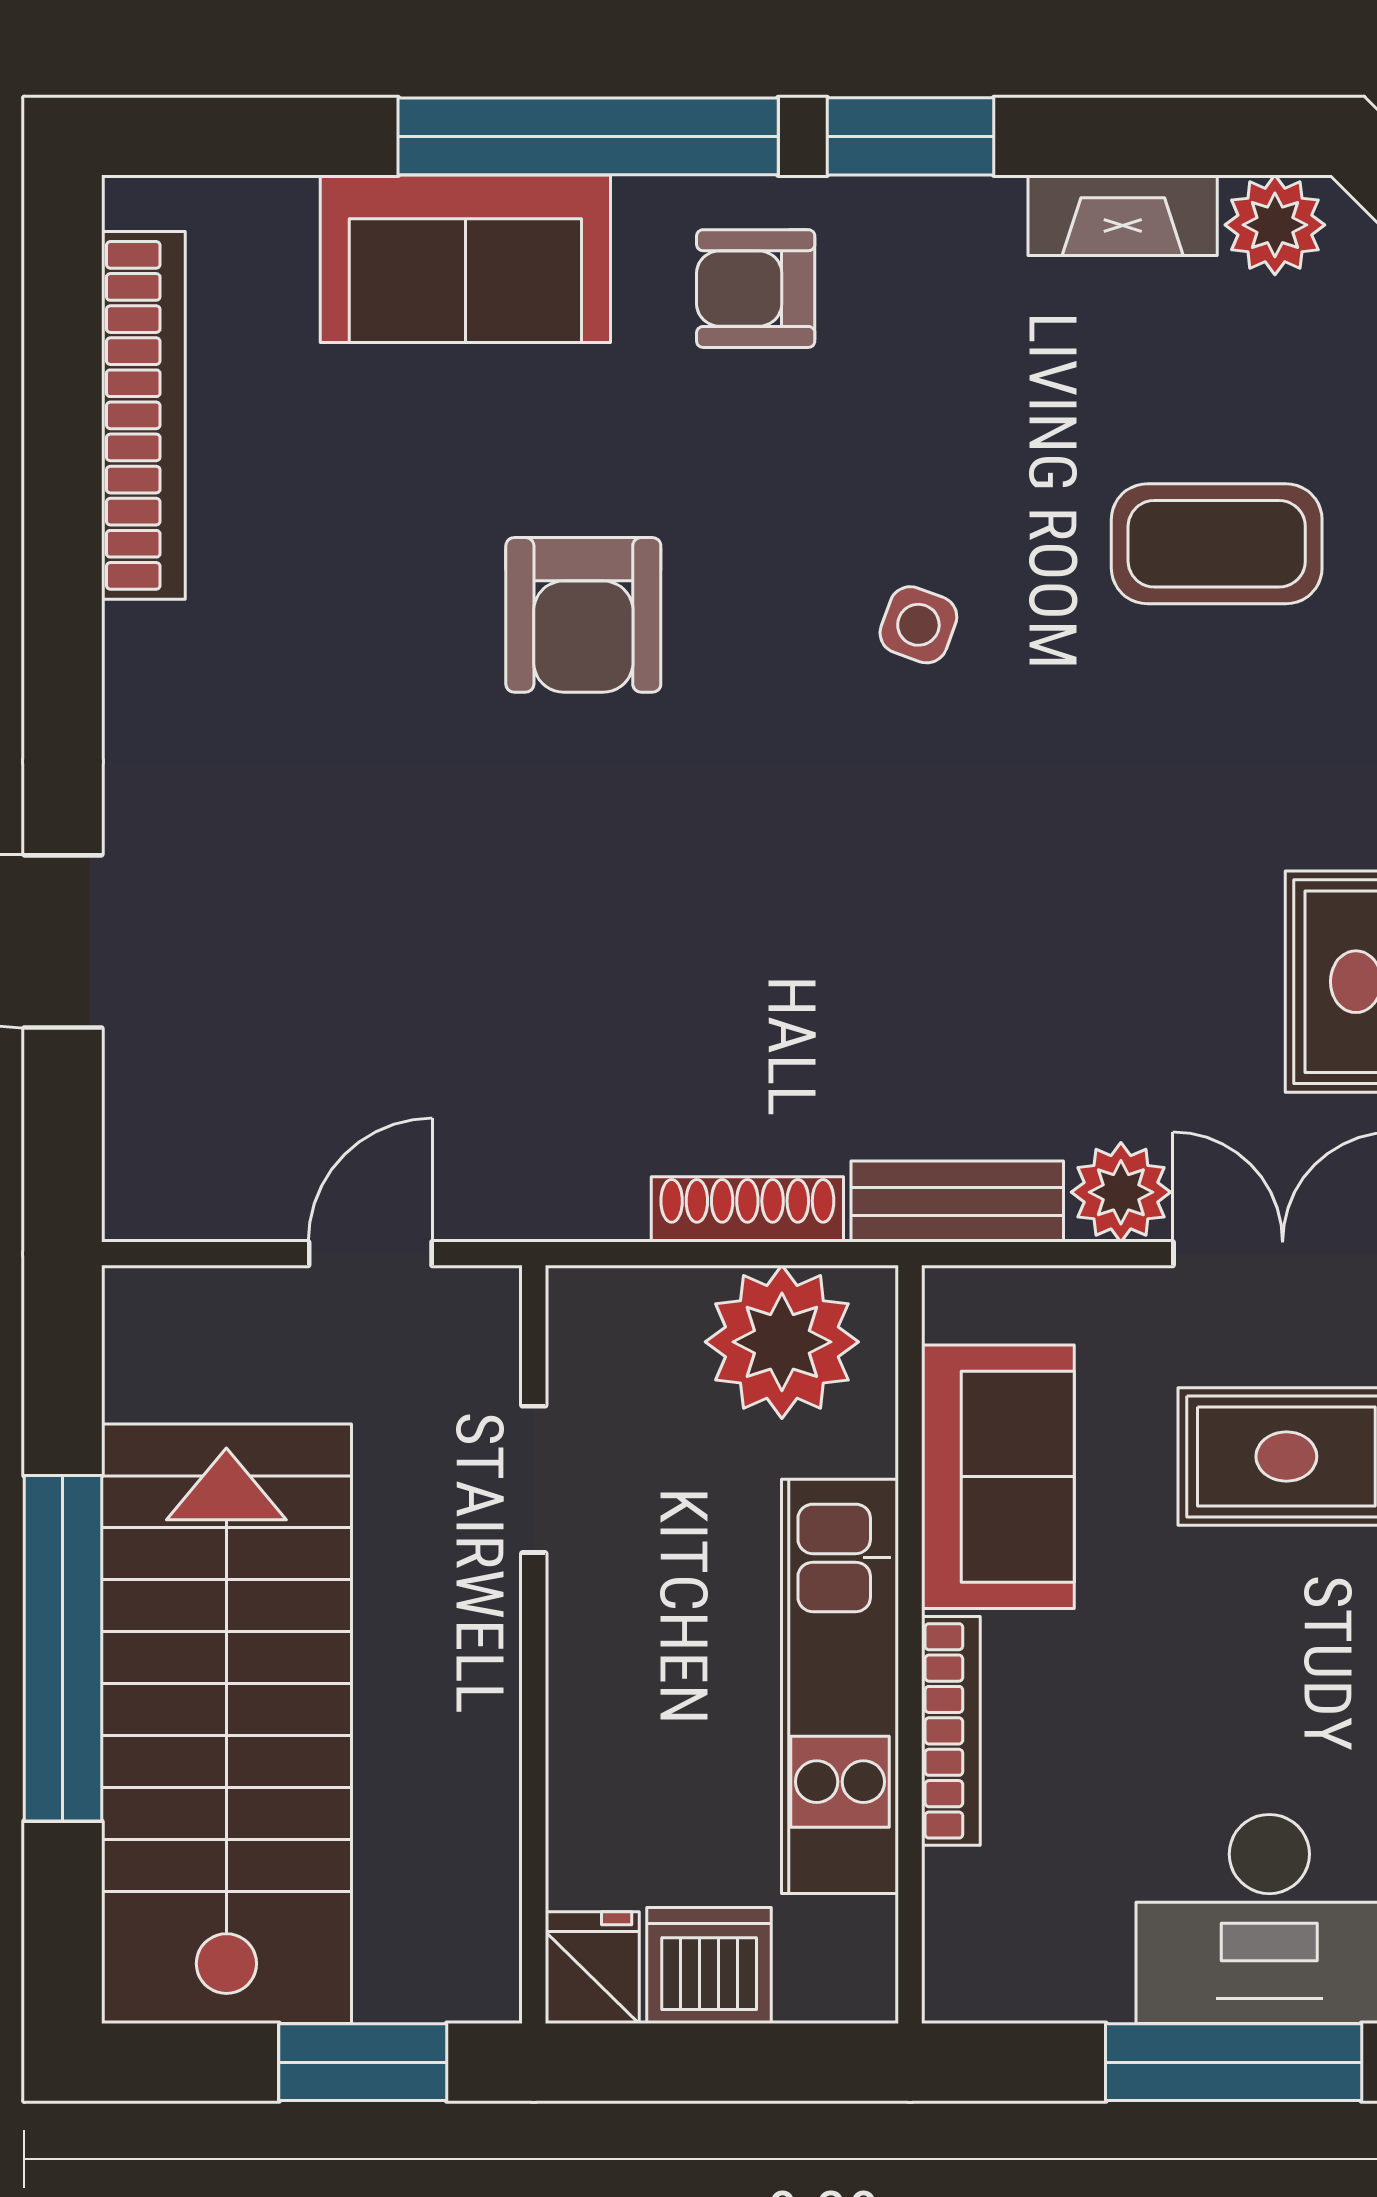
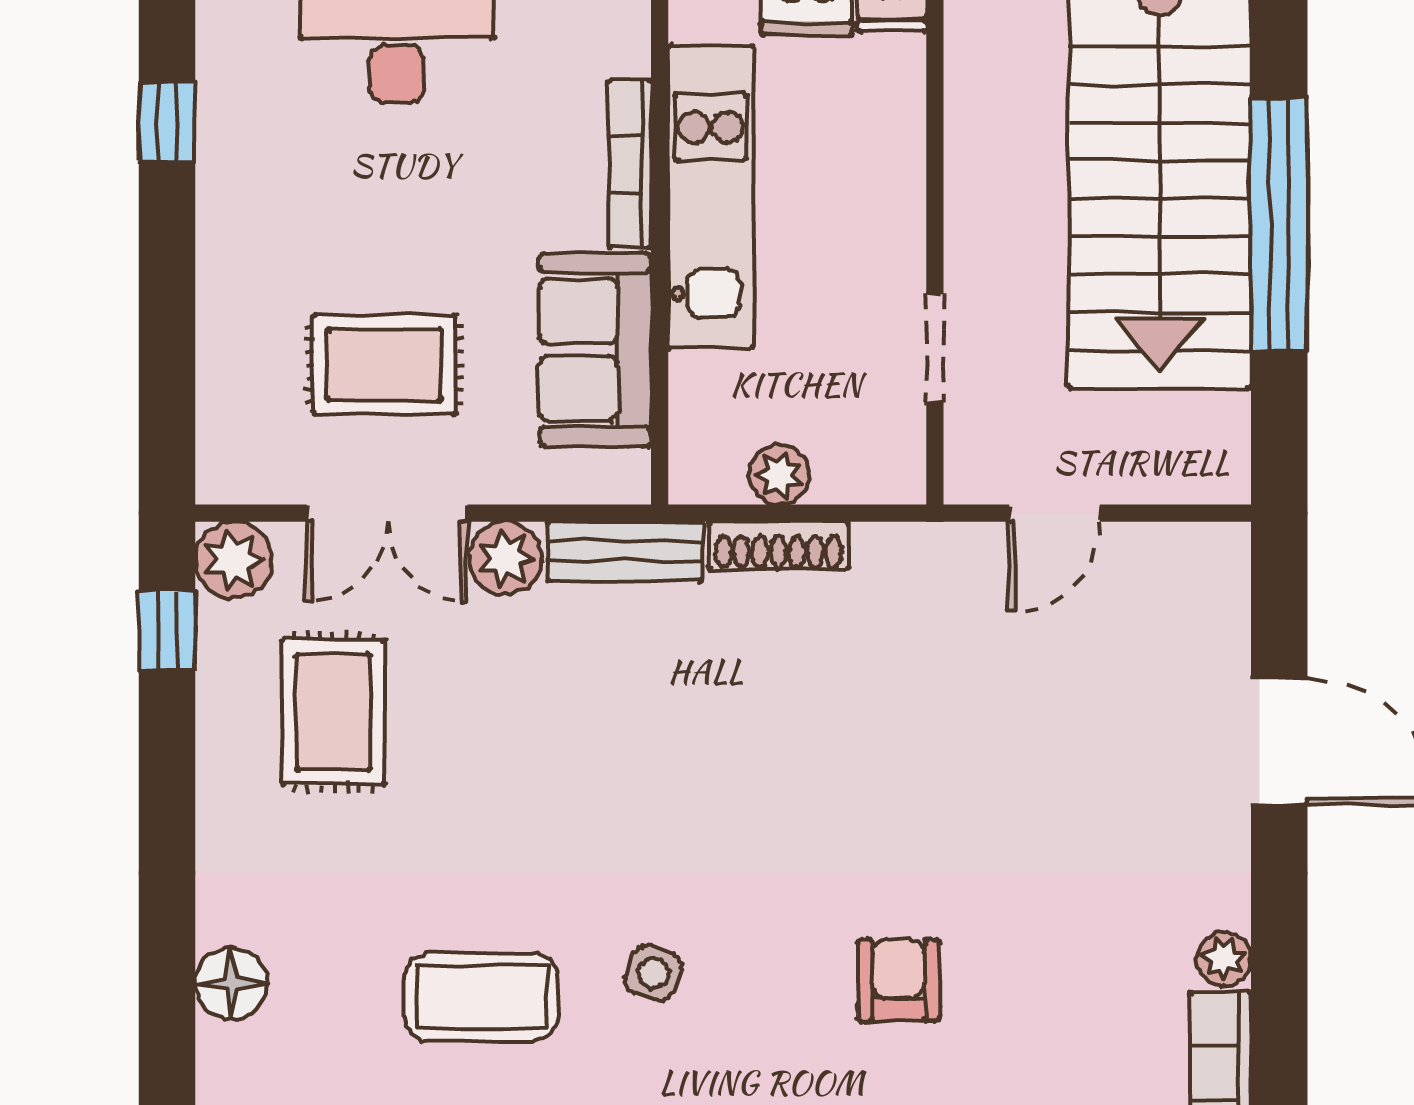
coffee table: (1217, 544) -> (481, 997), moved
armchair: (583, 615) -> (899, 980), width x0.72, depth x0.72
plant: (139, 644) -> (1224, 959), added
plant: (782, 1342) -> (779, 475), width x0.53, depth x0.53

